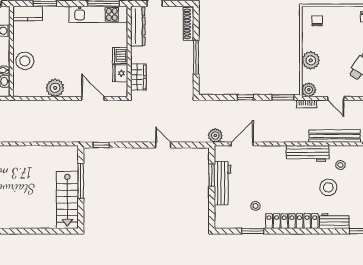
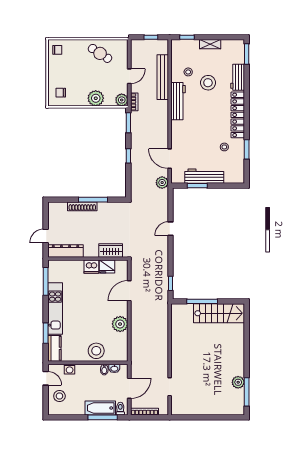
kitchen unit: (98, 14) -> (55, 309), moved
shoe rack: (188, 24) -> (82, 206), moved

